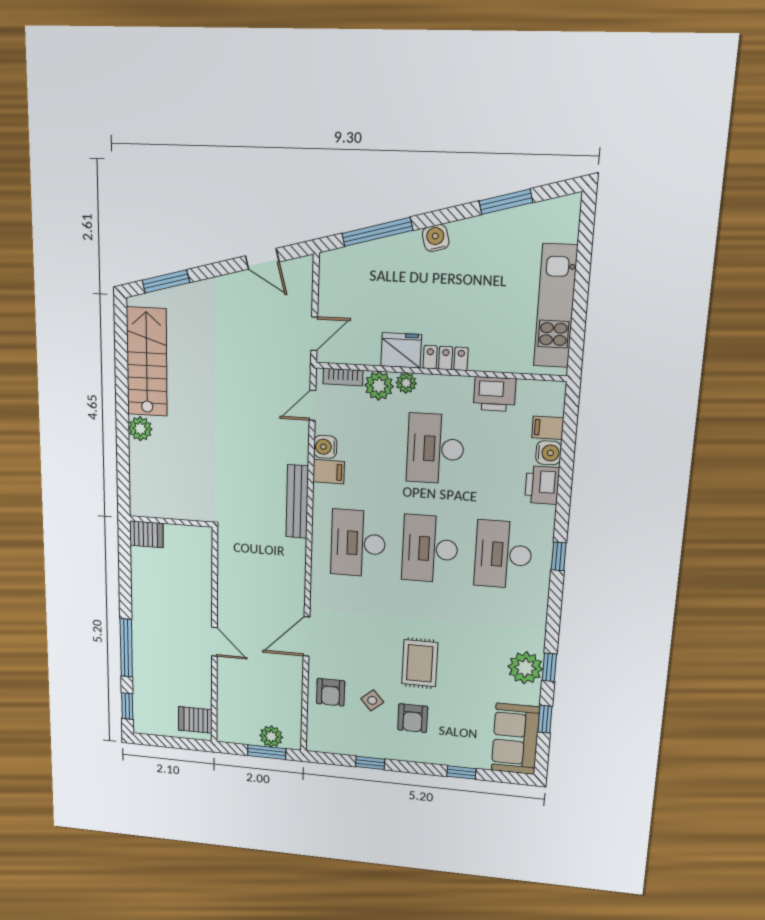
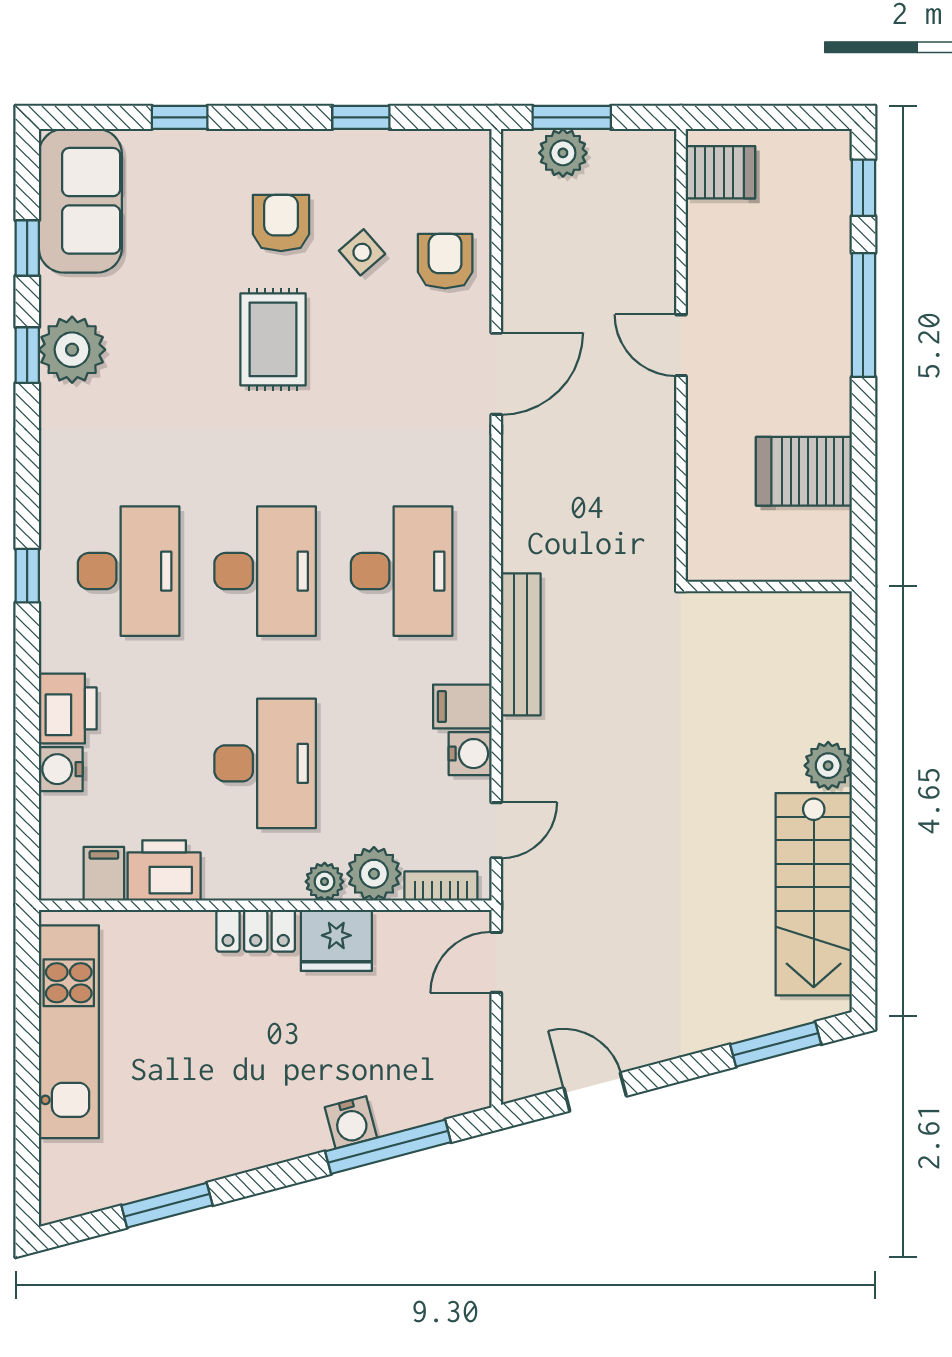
water cooler: (436, 238) -> (351, 1122), moved
filing cabinet: (548, 428) -> (104, 874), moved, turned -90
server rack: (146, 534) -> (804, 471), moved, width x1.36, depth x1.44

